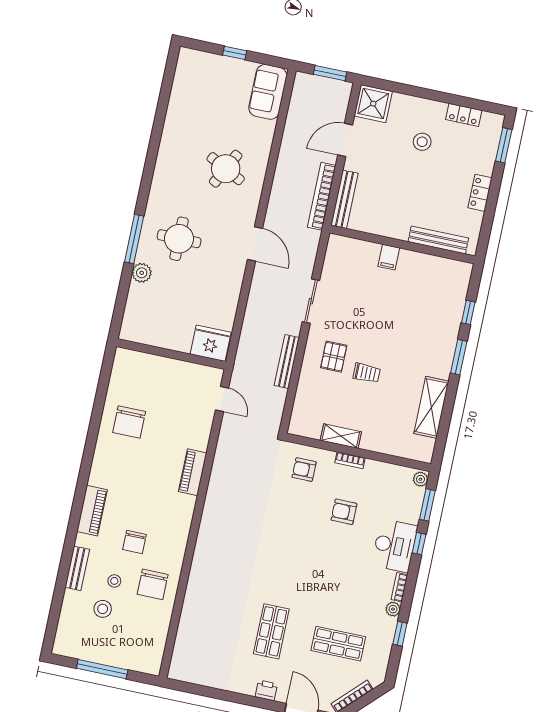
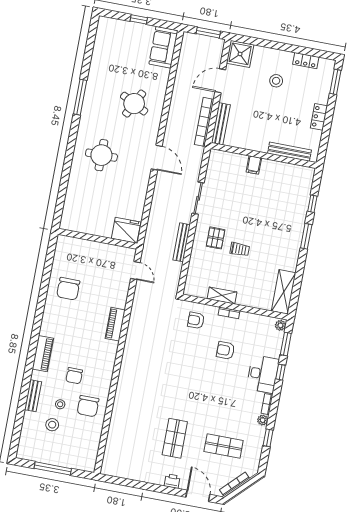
window: (134, 239) -> (80, 97), moved
plant: (142, 273) -> (75, 180), removed
shelving: (431, 407) -> (284, 292), moved

